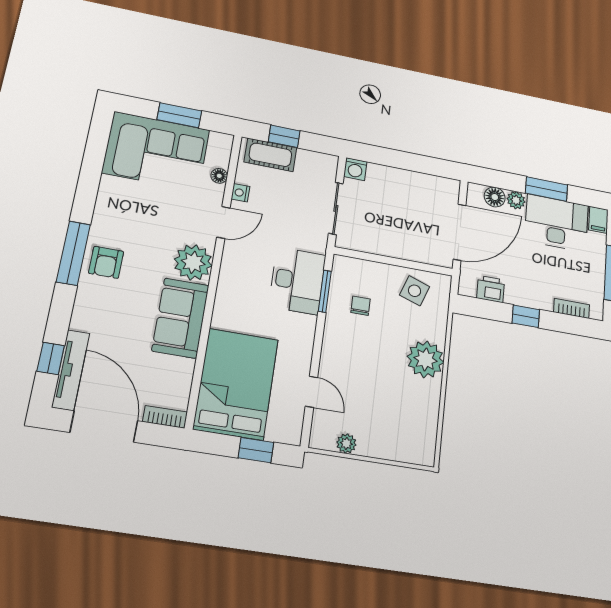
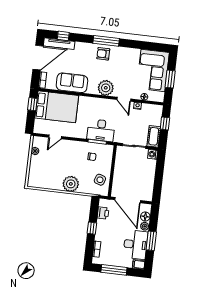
cot: (270, 155) -> (154, 136), moved
sofa: (181, 318) -> (72, 83), moved
window: (256, 450) -> (32, 104), moved

